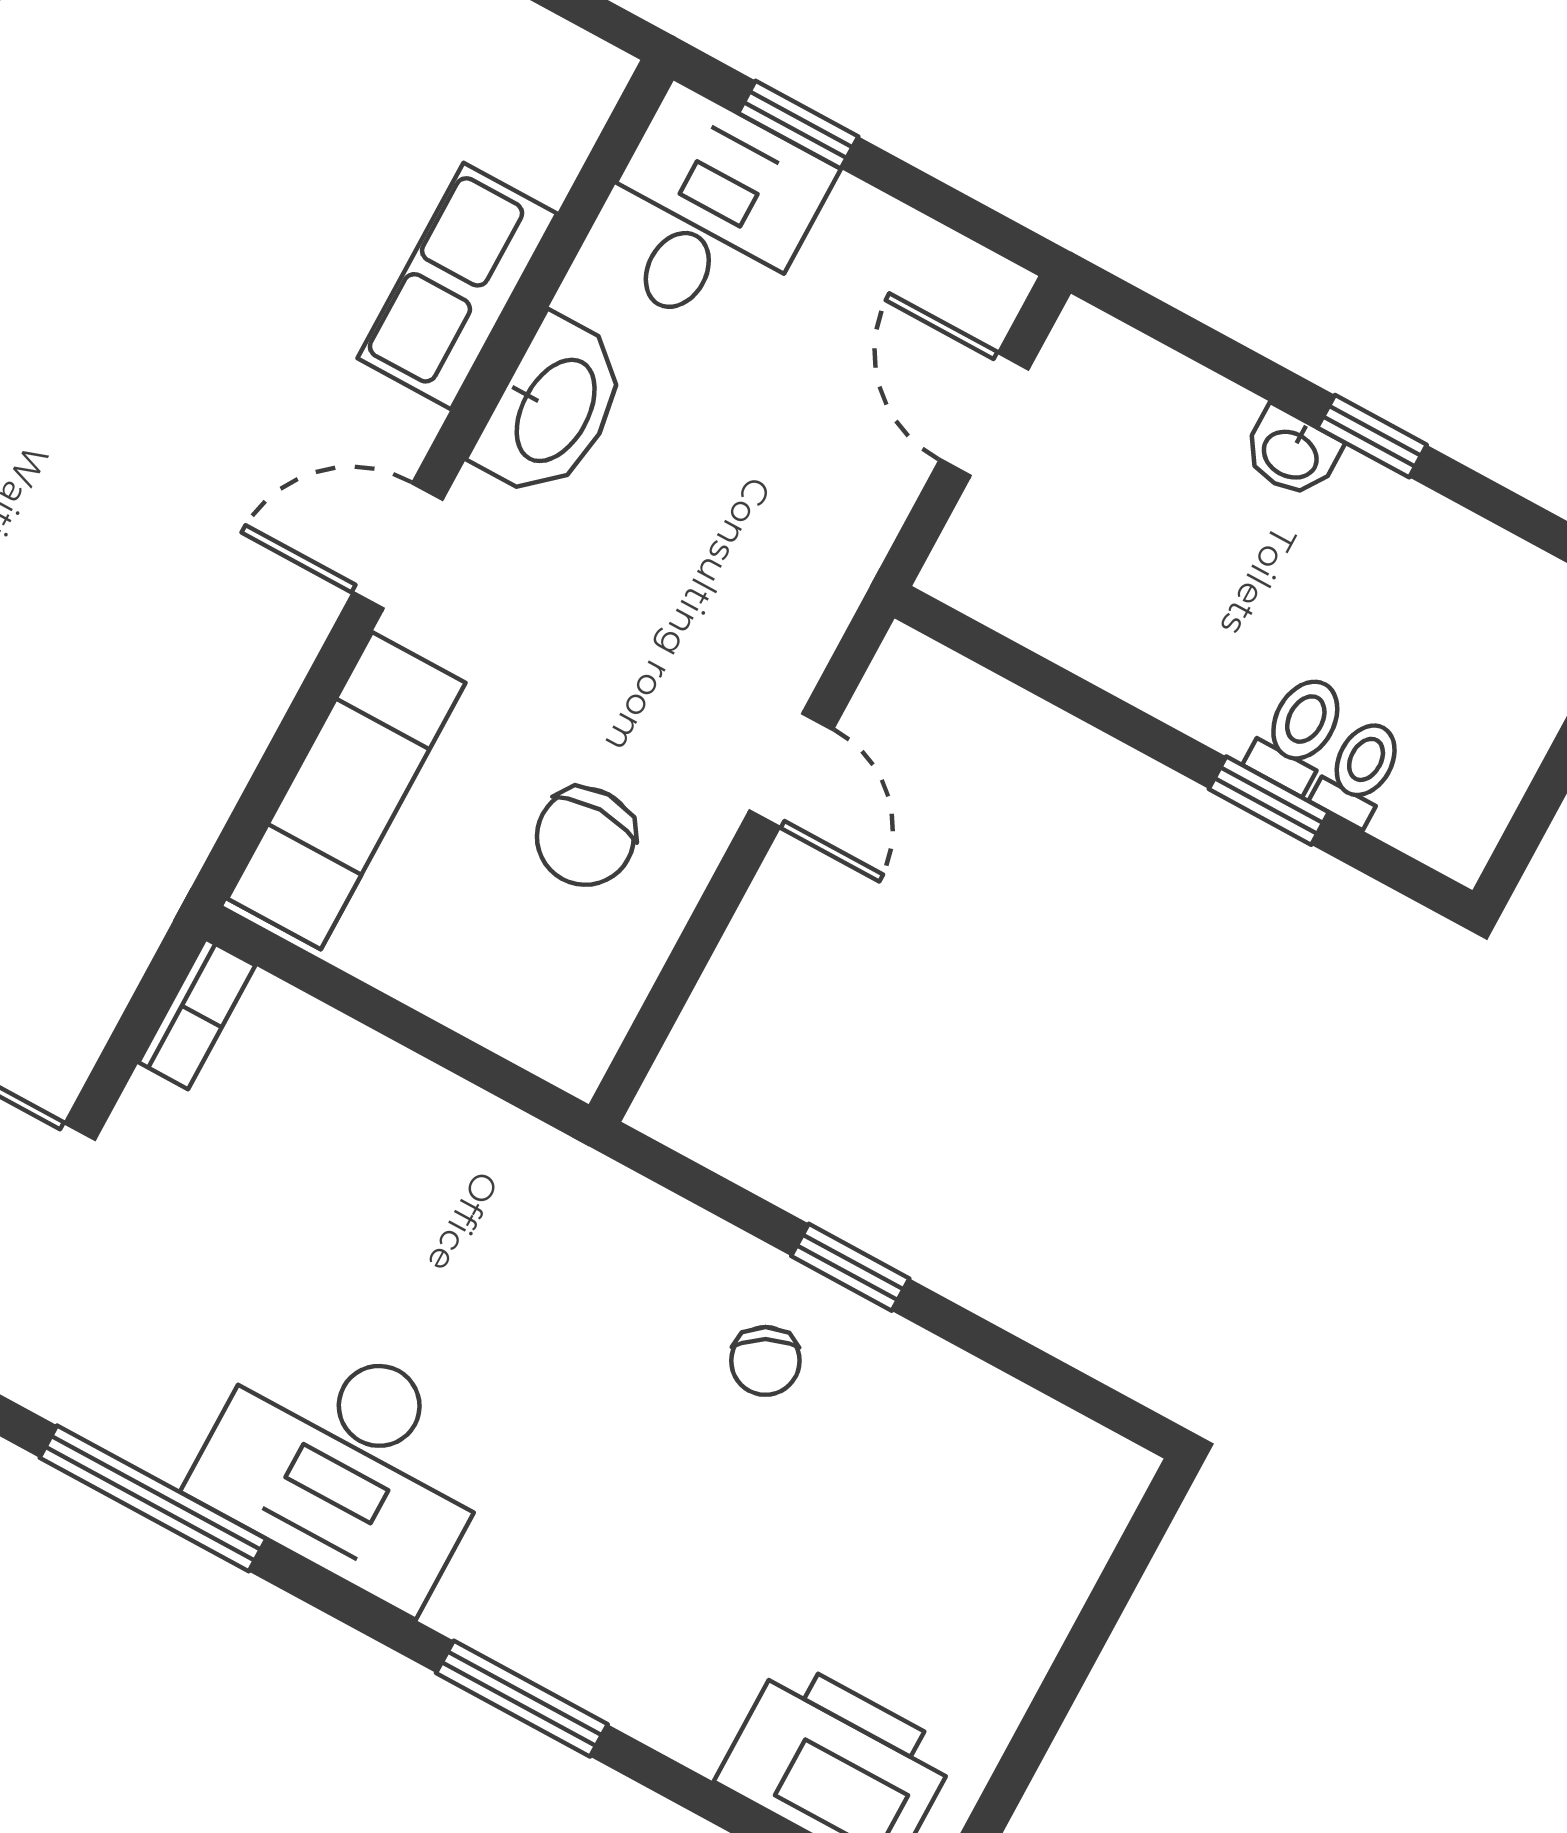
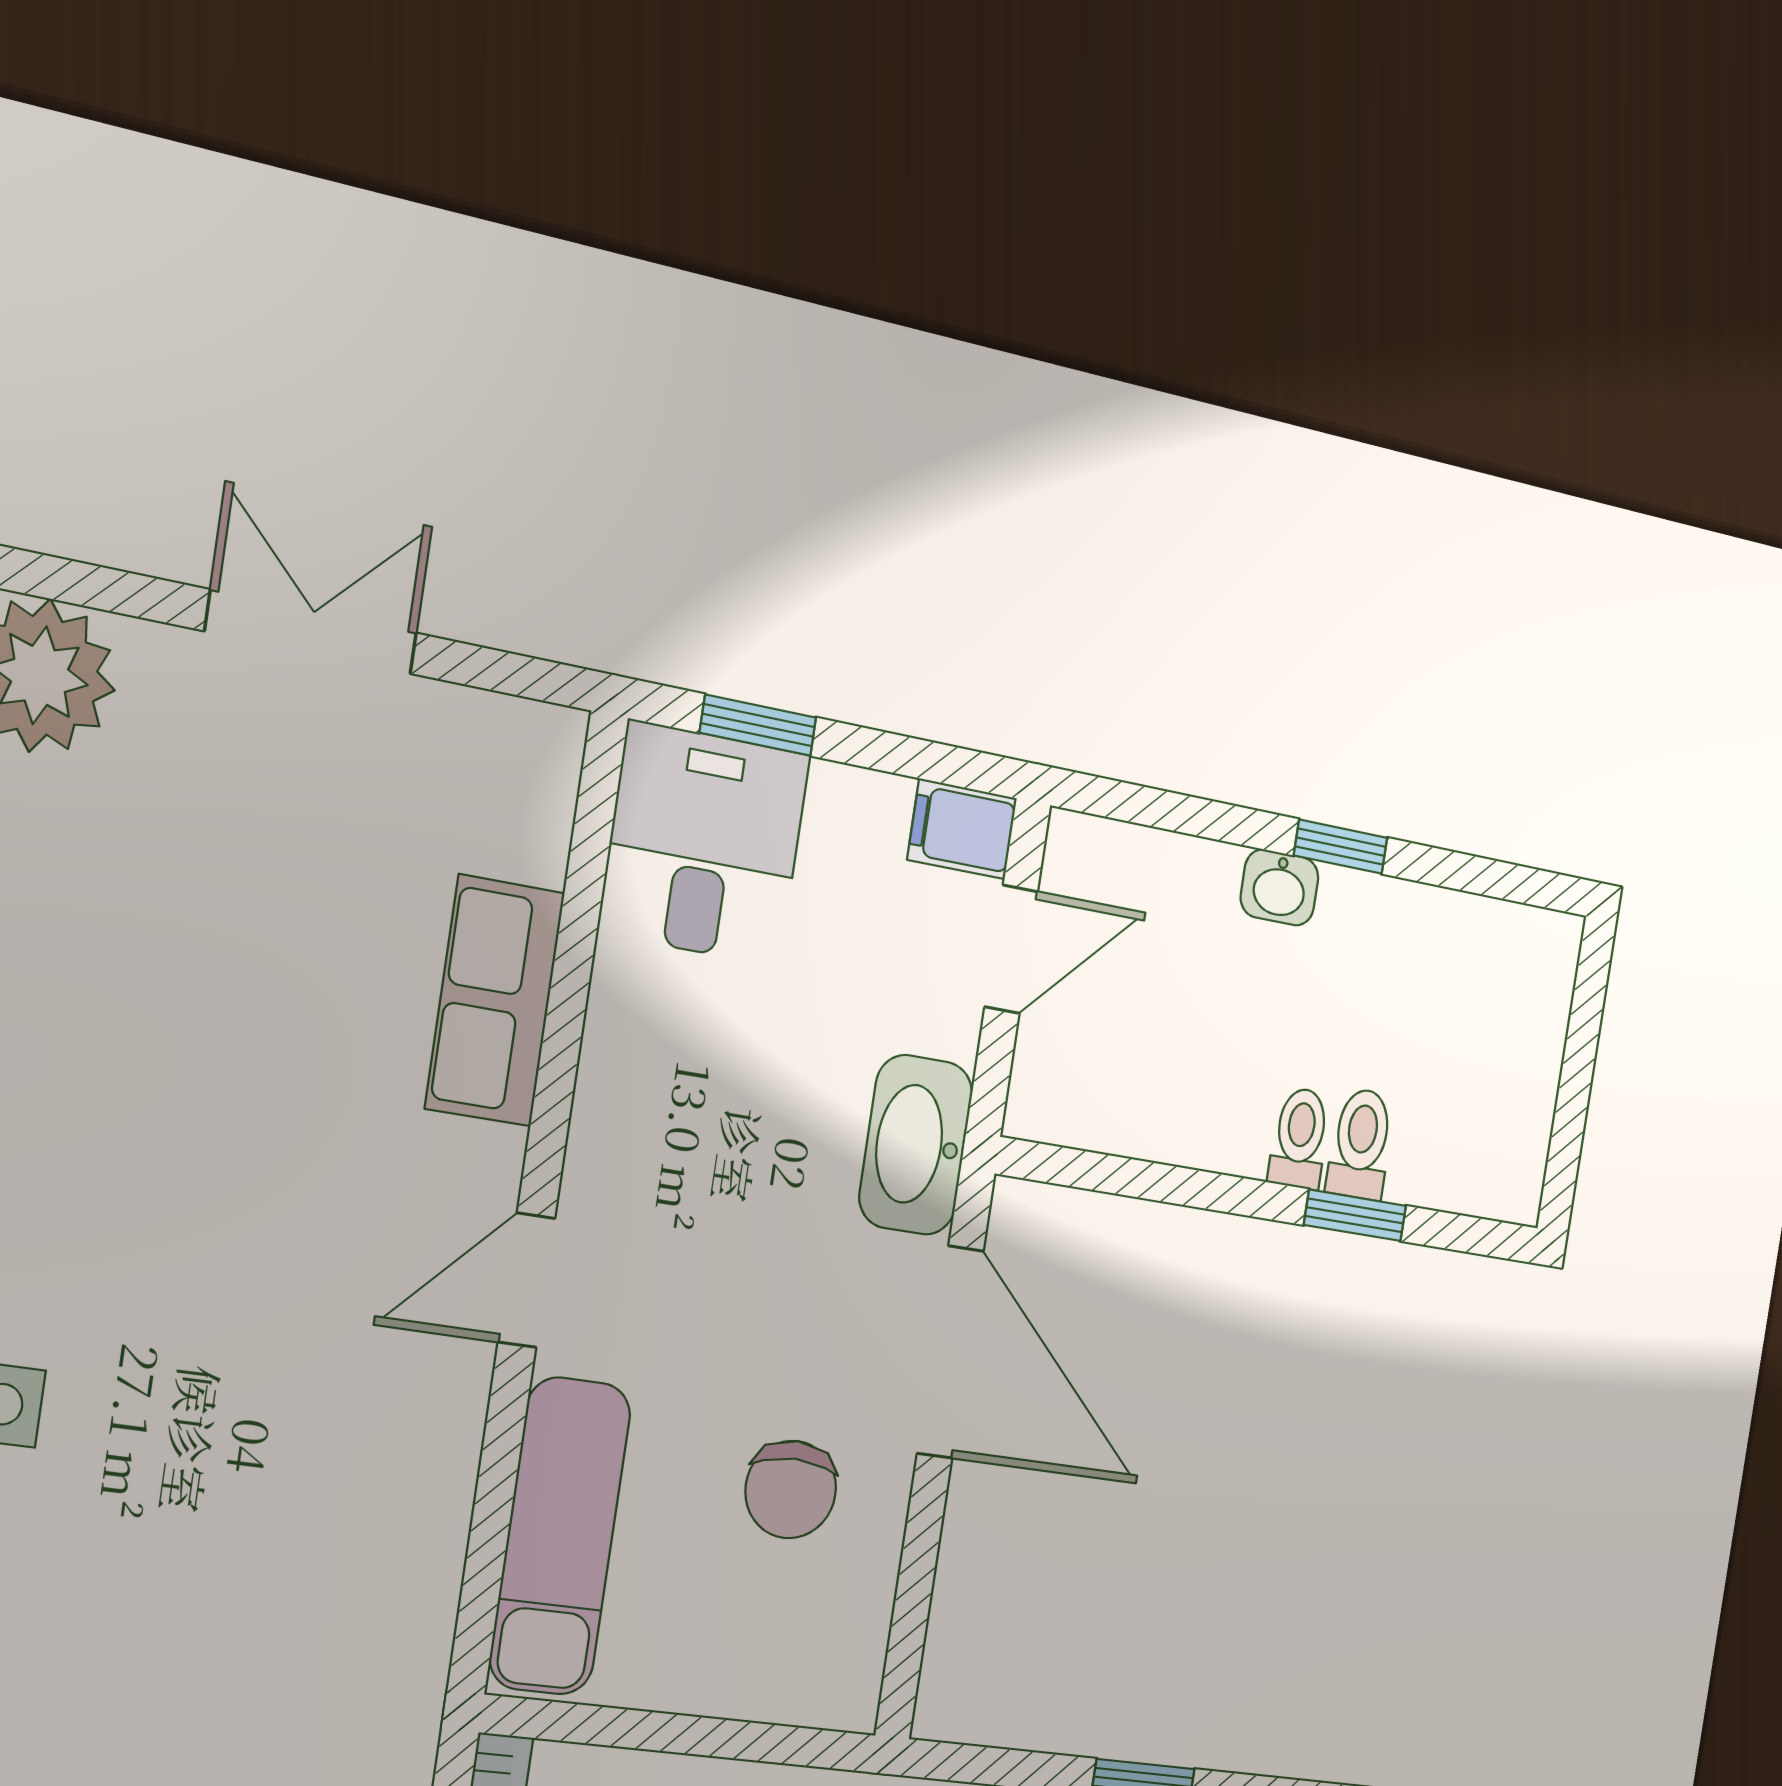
filing cabinet: (972, 286) -> (962, 829), added
washbasin: (553, 409) -> (916, 1145), moved, turned 180
door: (984, 414) -> (1011, 949), swing flipped
door: (791, 770) -> (950, 1352), width x1.88
toilet: (1359, 772) -> (1300, 1138), moved

